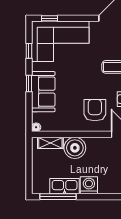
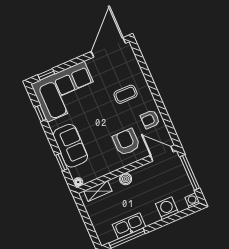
window: (29, 83) -> (62, 162), moved
boiler: (75, 148) -> (126, 179), width x0.54, depth x0.54
washing machine: (89, 185) -> (167, 208), moved

